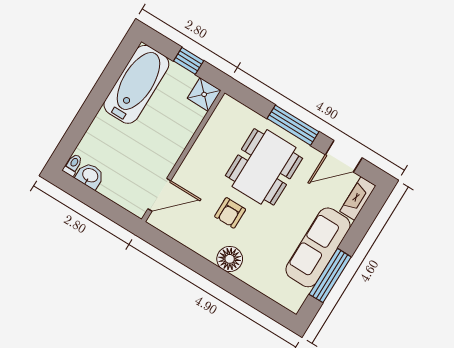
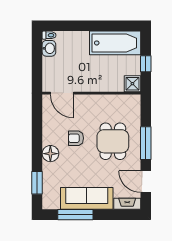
dining table: (264, 167) -> (113, 141), width x0.73
window: (257, 300) -> (37, 183), added

